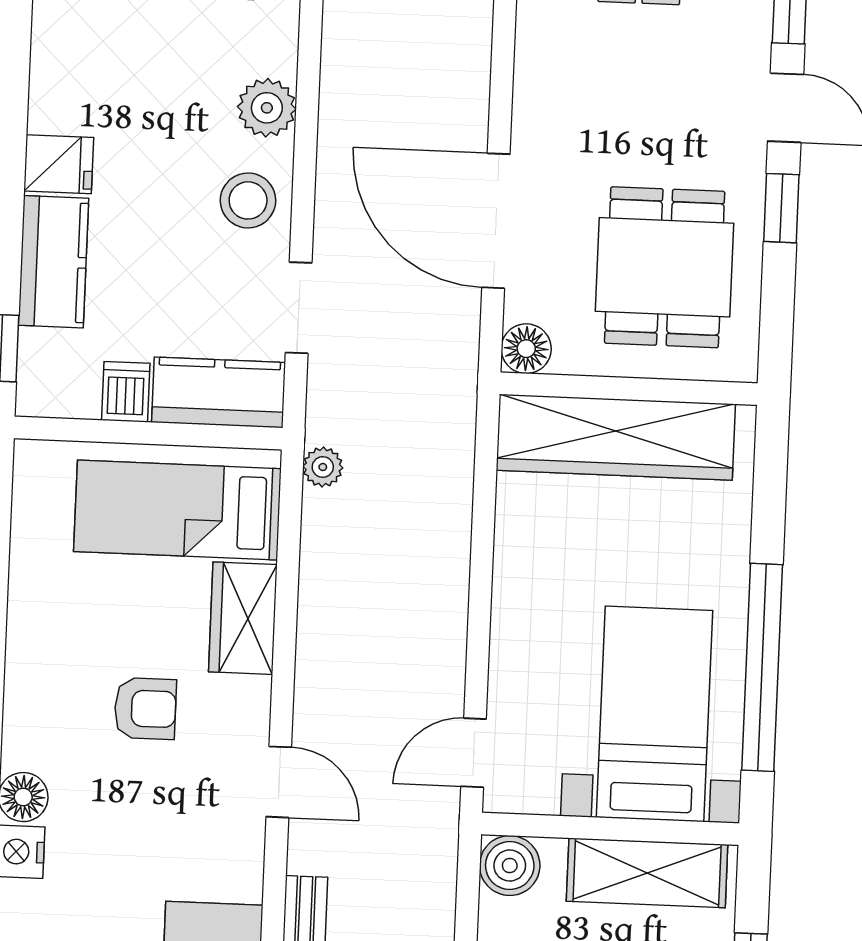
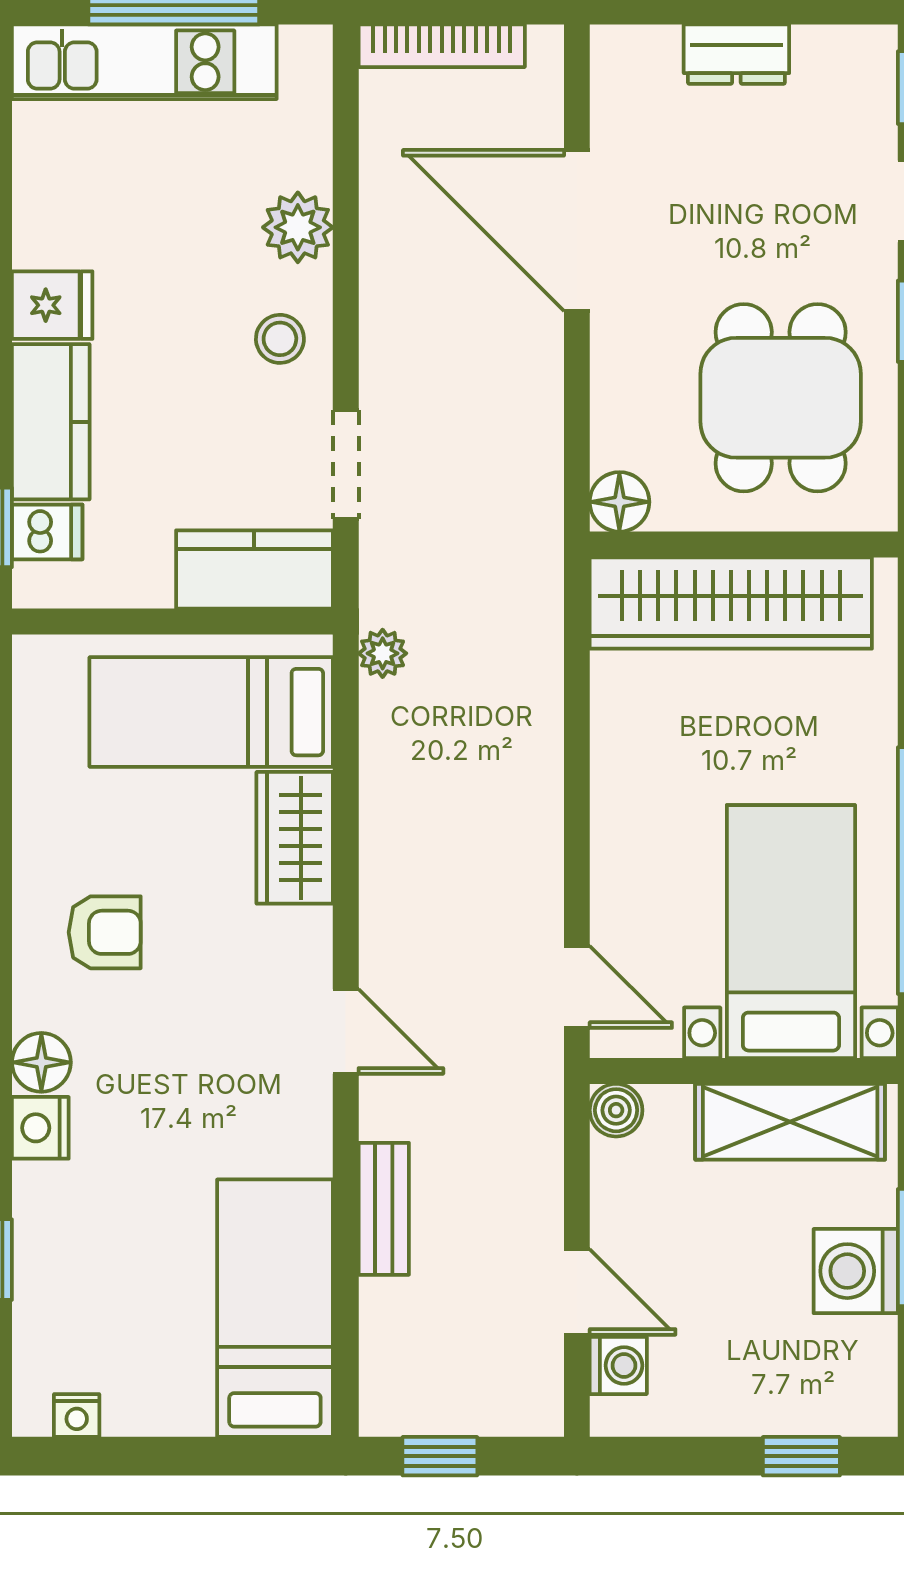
stool: (248, 200) -> (280, 339), width x0.73, depth x0.73
door: (496, 221) -> (577, 230), moved
dishwasher: (126, 392) -> (47, 532), moved, turned 90
armchair: (145, 709) -> (105, 932), moved
door: (474, 753) -> (577, 987), swing flipped
boiler: (510, 866) -> (616, 1110), width x0.73, depth x0.73

